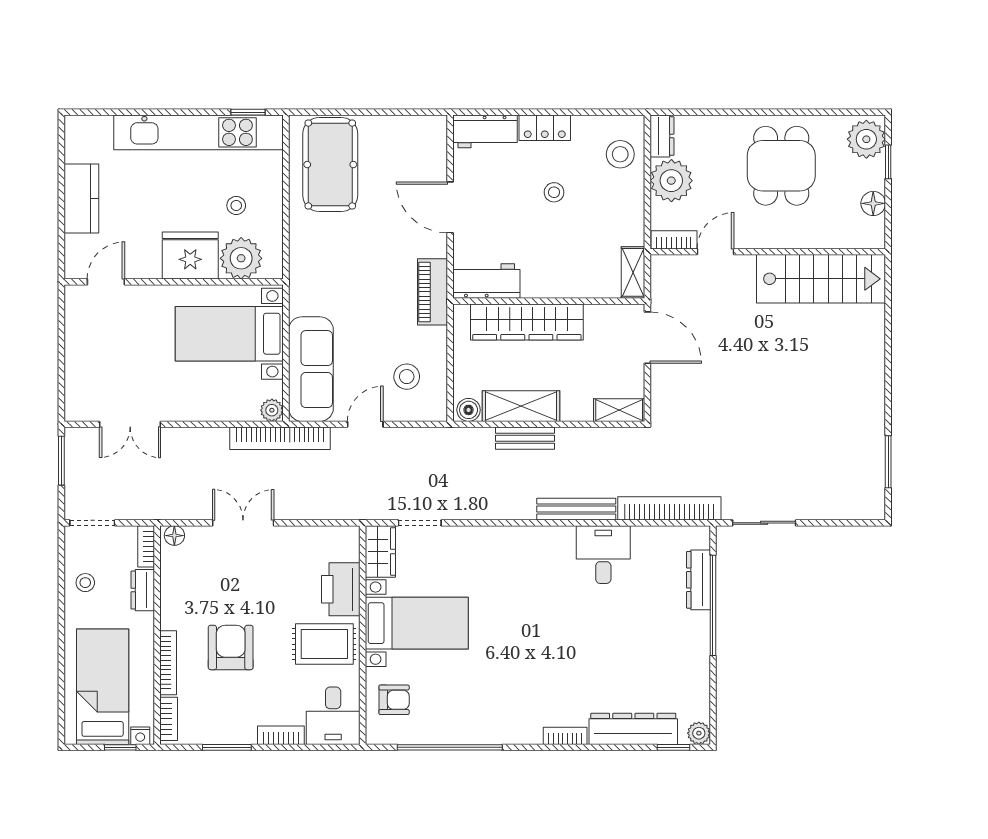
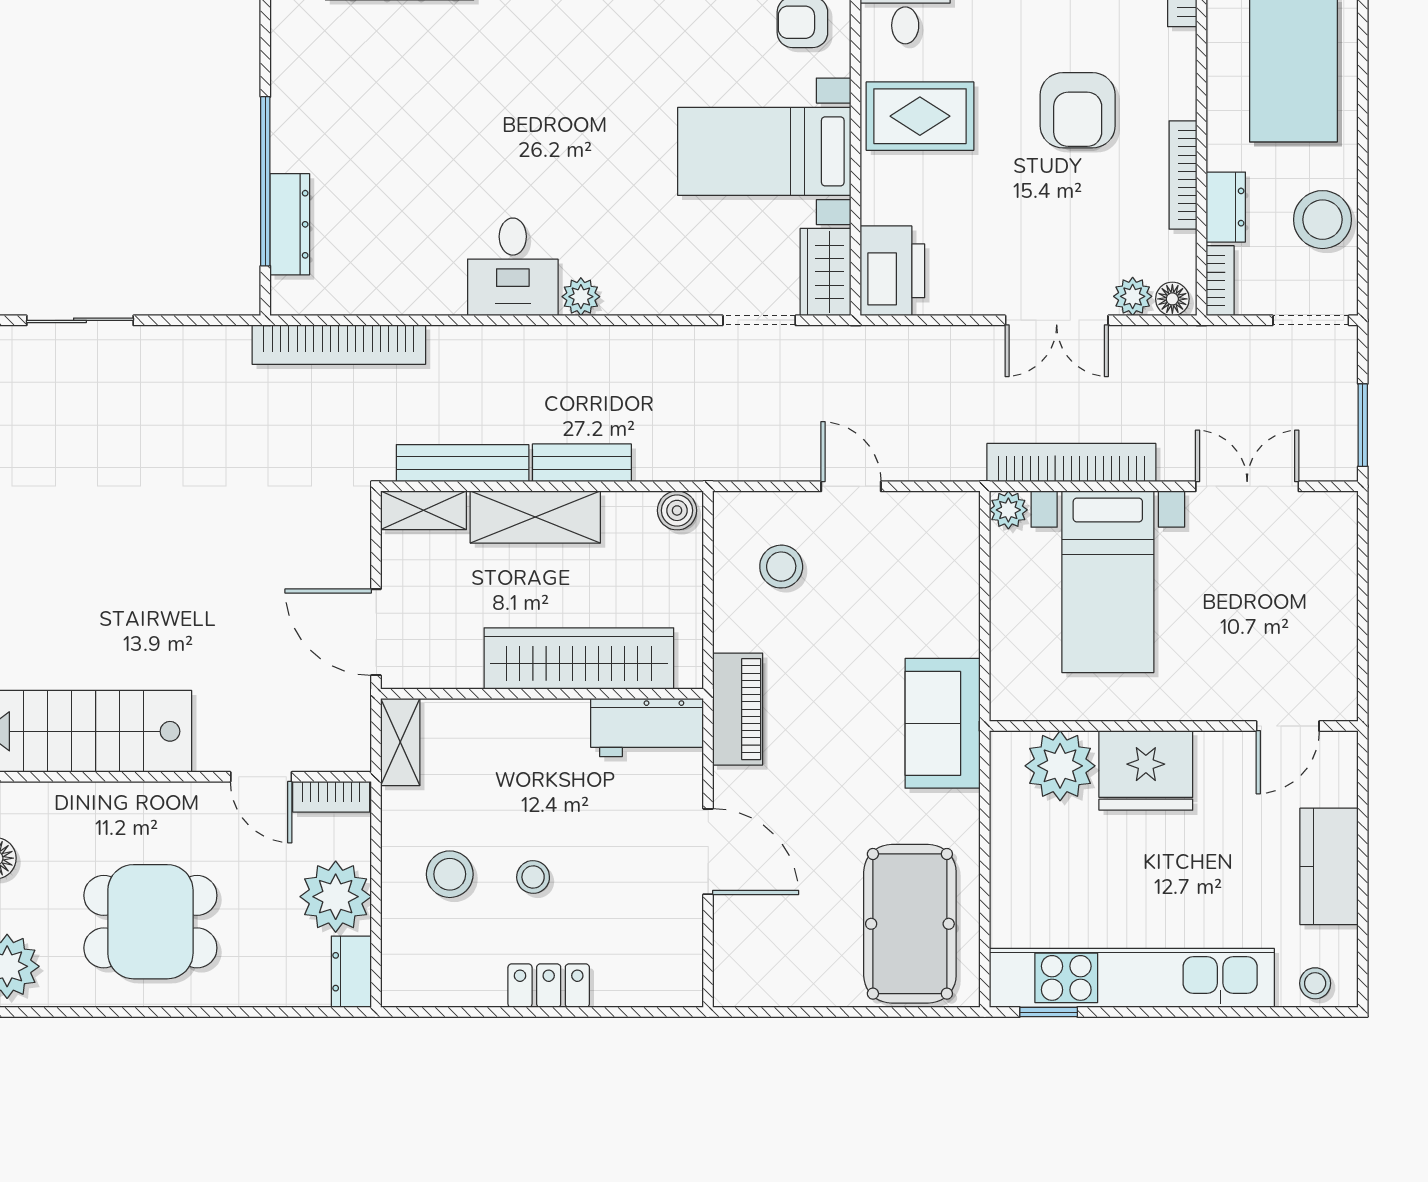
workbench: (485, 131) -> (649, 979), removed
stool: (620, 154) -> (450, 874), moved
dining table: (781, 166) -> (150, 922), turned 90
stool: (236, 205) -> (1315, 983), moved
door: (715, 252) -> (261, 777), hinge flipped
bed with nightstands: (229, 334) -> (1108, 582), moved, turned 90
sofa: (311, 369) -> (943, 723), moved, width x0.73
shelving: (521, 406) -> (535, 517), moved
door: (365, 424) -> (851, 486), swing flipped
bookcase: (280, 438) -> (1071, 463), moved
bench: (576, 509) -> (463, 463), moved
sliding door: (764, 523) -> (80, 320), moved
plant: (198, 537) -> (1133, 296), added
plant: (526, 537) -> (581, 297), added
desk: (603, 555) -> (513, 267), moved
stool: (85, 583) -> (1323, 220), width x1.89, depth x1.89
printer: (341, 589) -> (892, 271), moved
bookcase: (168, 663) -> (1183, 175), moved

